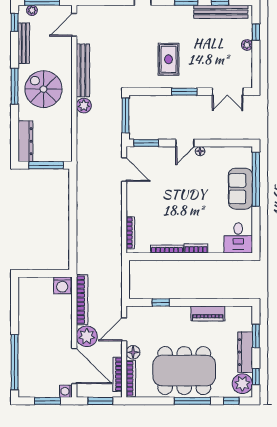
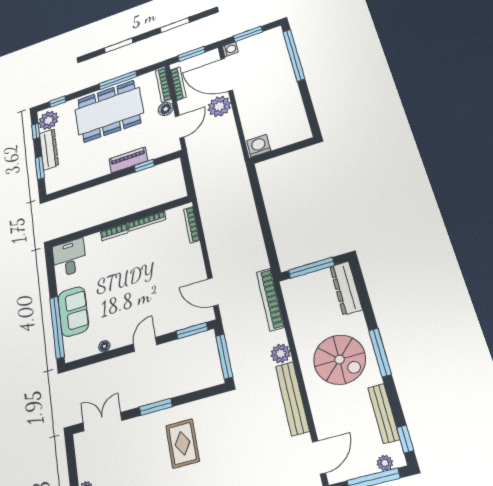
floor lamp: (200, 151) -> (104, 346), moved
bookcase: (82, 300) -> (270, 299), moved
piano: (208, 313) -> (128, 160), moved
window: (192, 401) -> (118, 80), moved

